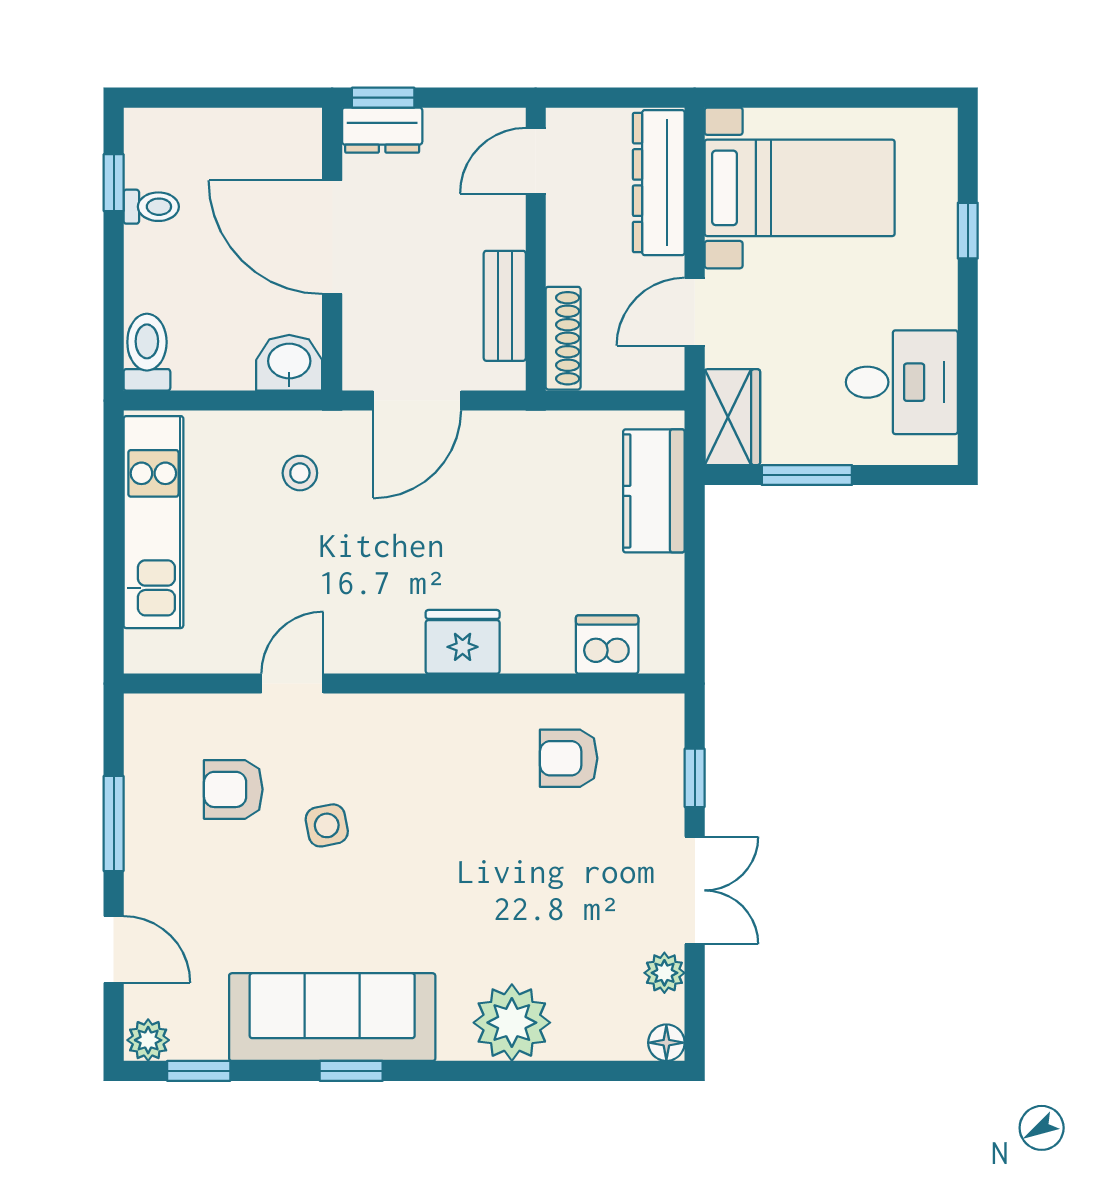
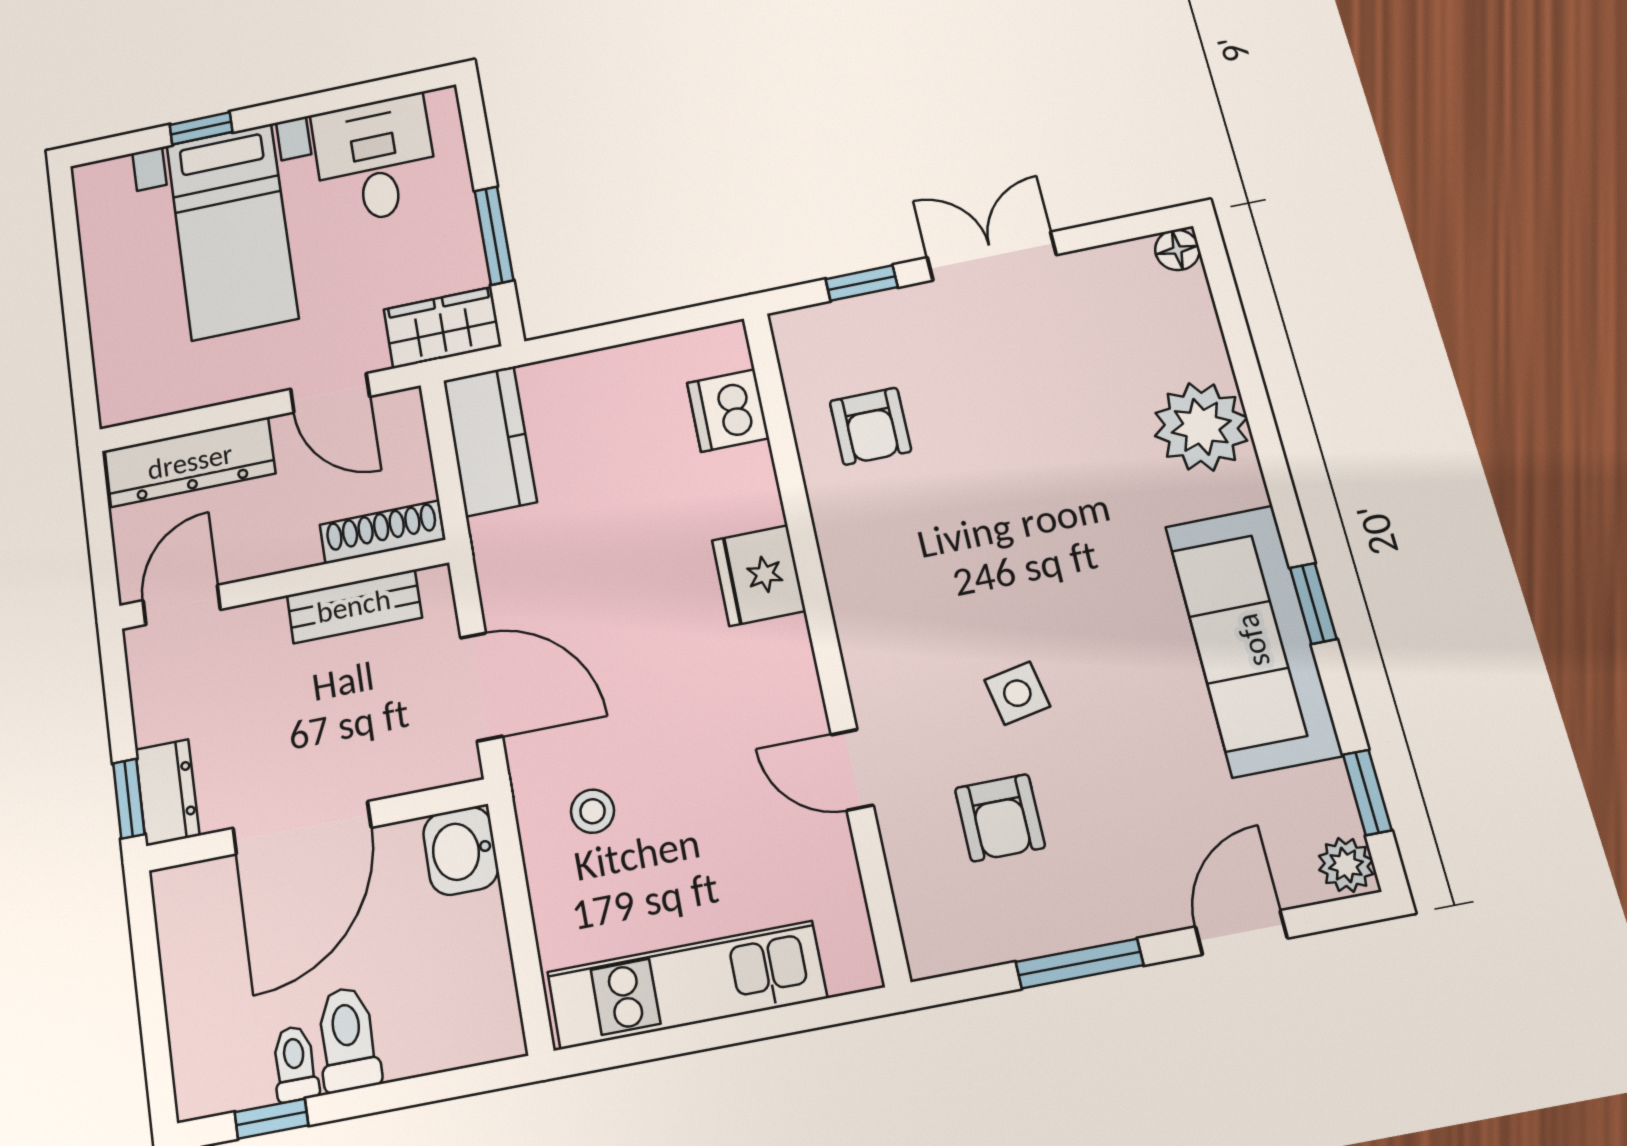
door: (536, 161) -> (182, 605), swing flipped
bed with nightstands: (800, 188) -> (232, 231), moved, turned 180
toilet: (147, 352) -> (348, 1039), moved, turned 90
kitchen counter: (654, 491) -> (490, 441), moved, turned -90
plant: (664, 973) -> (1096, 269), removed

